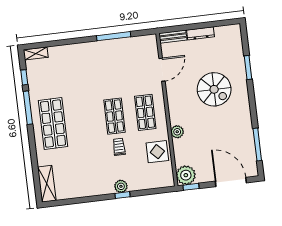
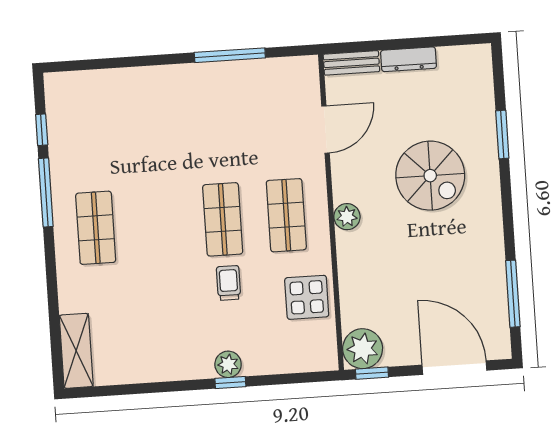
shelving: (36, 53) -> (68, 82), removed
shop shelf: (53, 123) -> (96, 228), width x0.70, depth x0.74
plant: (177, 132) -> (347, 217), moved

